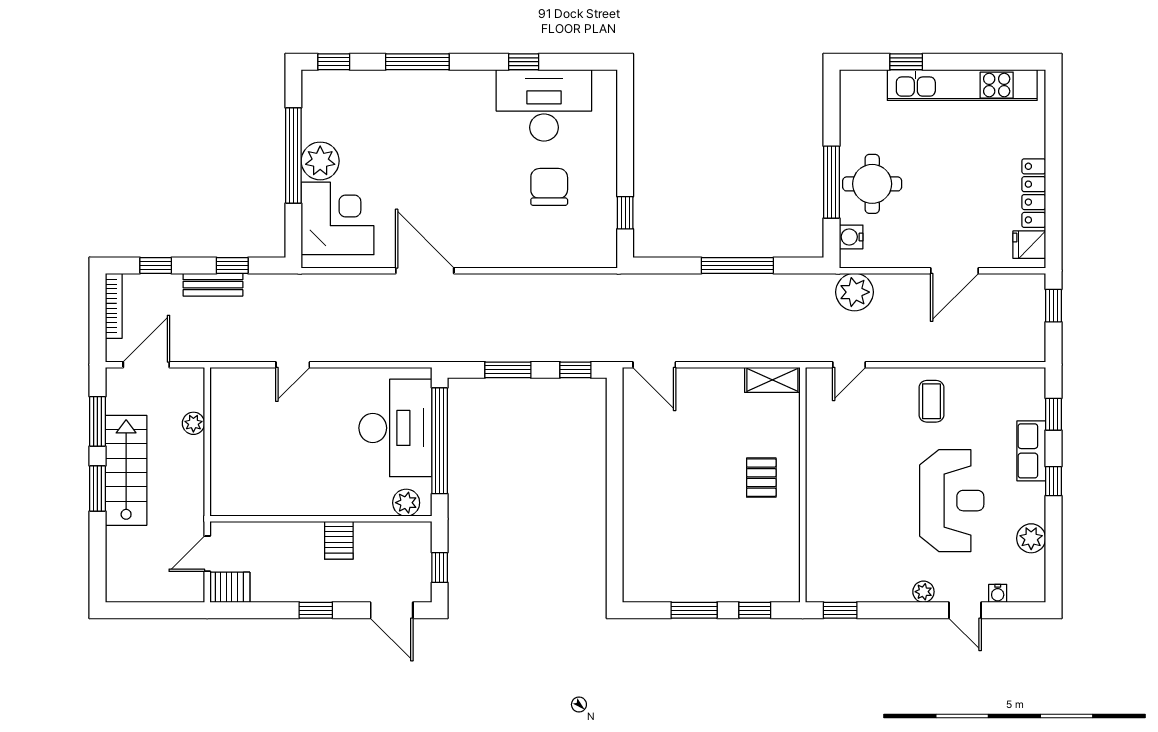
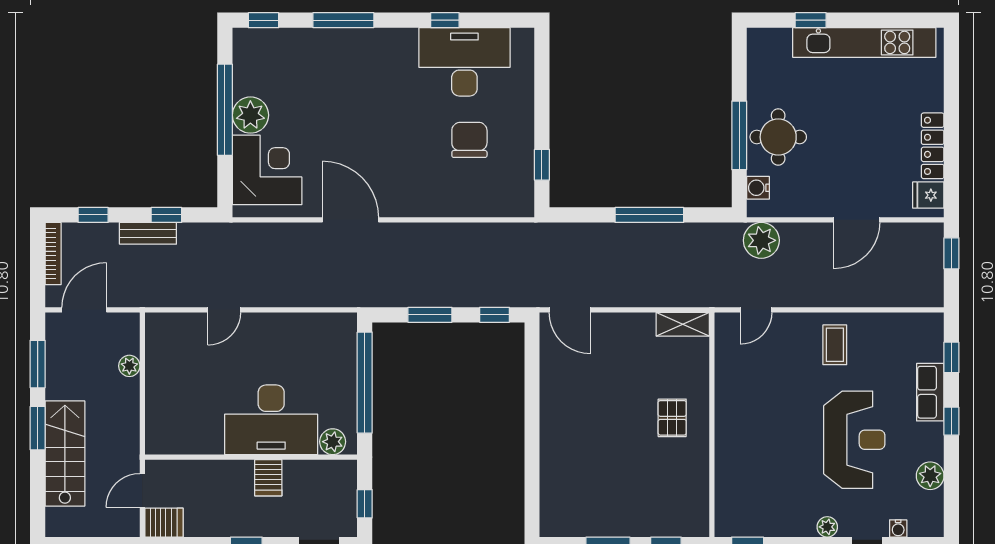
desk: (395, 428) -> (271, 420), moved, turned 90
stairs: (126, 470) -> (65, 454), moved

